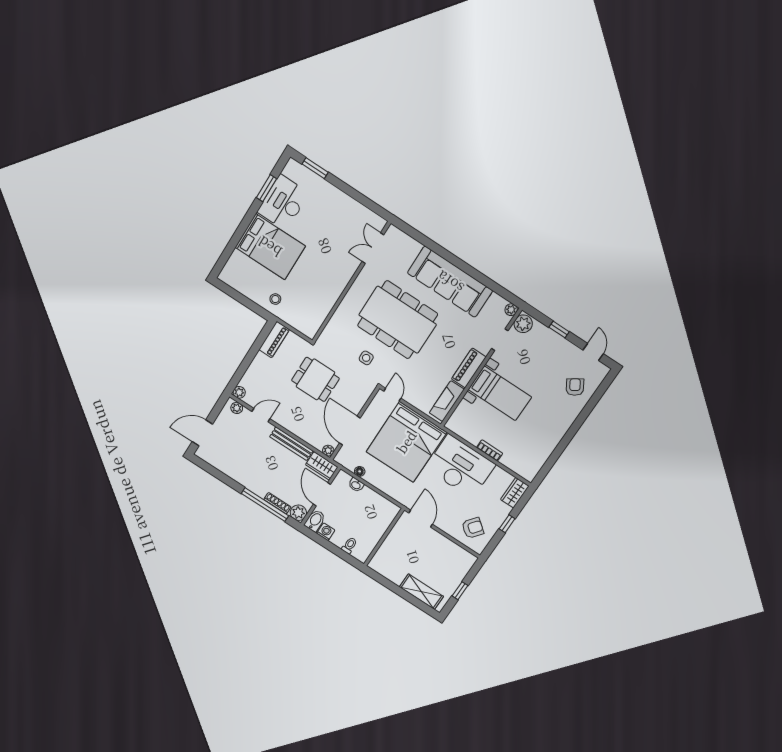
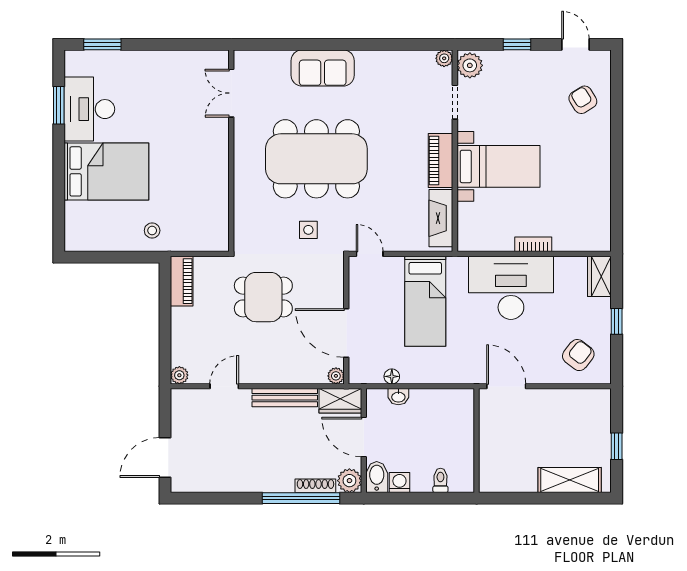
sofa: (450, 282) -> (323, 68), width x0.54, depth x0.79
plant: (237, 408) -> (188, 397), removed
bed: (406, 442) -> (425, 301), width x0.49

